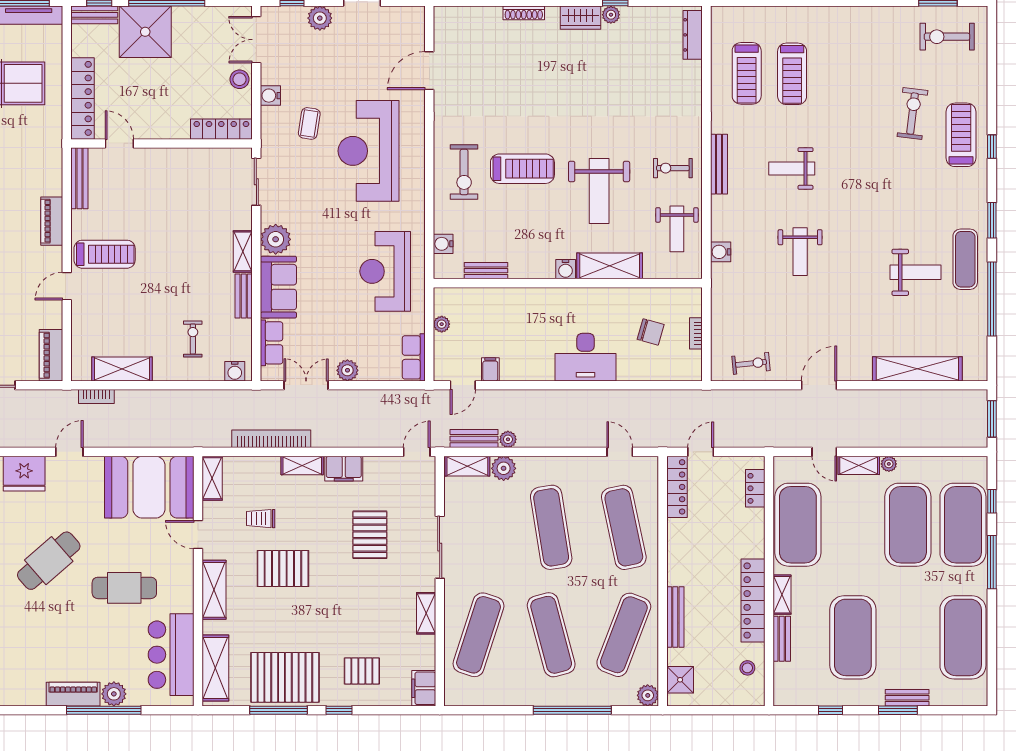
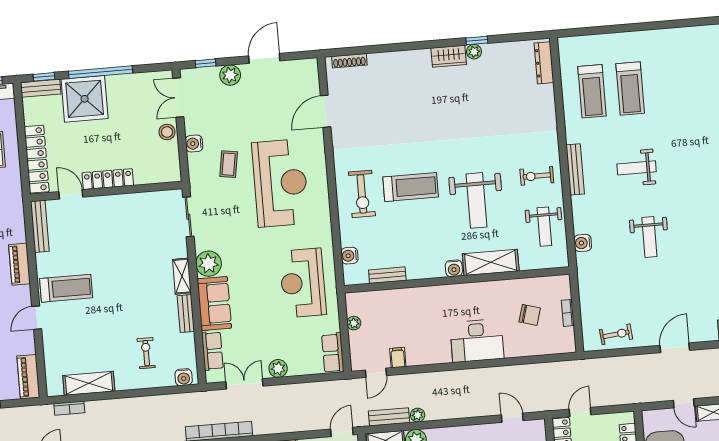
shoe rack: (524, 13) -> (349, 61), moved
locker: (221, 129) -> (108, 179), moved
reception desk: (369, 151) -> (280, 183), turned 180

